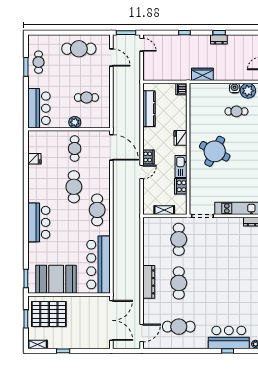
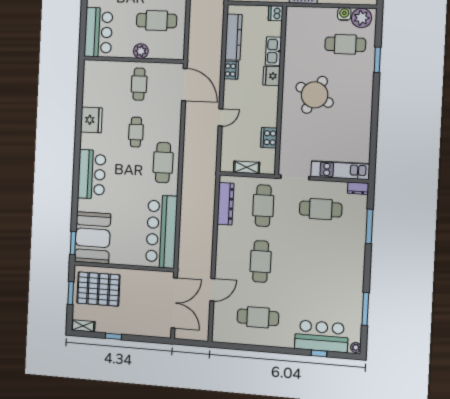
cafe table: (86, 97) -> (157, 21), width x1.37, depth x1.35
cafe table: (236, 111) -> (345, 44), width x1.37, depth x1.35
cooker: (148, 157) -> (231, 70), moved
fridge: (34, 159) -> (91, 120), moved, width x1.88, depth x1.34
kitchen sink: (181, 166) -> (273, 51), moved
cafe table: (74, 187) -> (136, 132), width x0.73, depth x0.74
cafe table: (224, 239) -> (321, 209), added
booth: (56, 279) -> (93, 238), moved, turned 90
dresser: (149, 282) -> (225, 204), moved
door: (142, 333) -> (212, 290), moved

